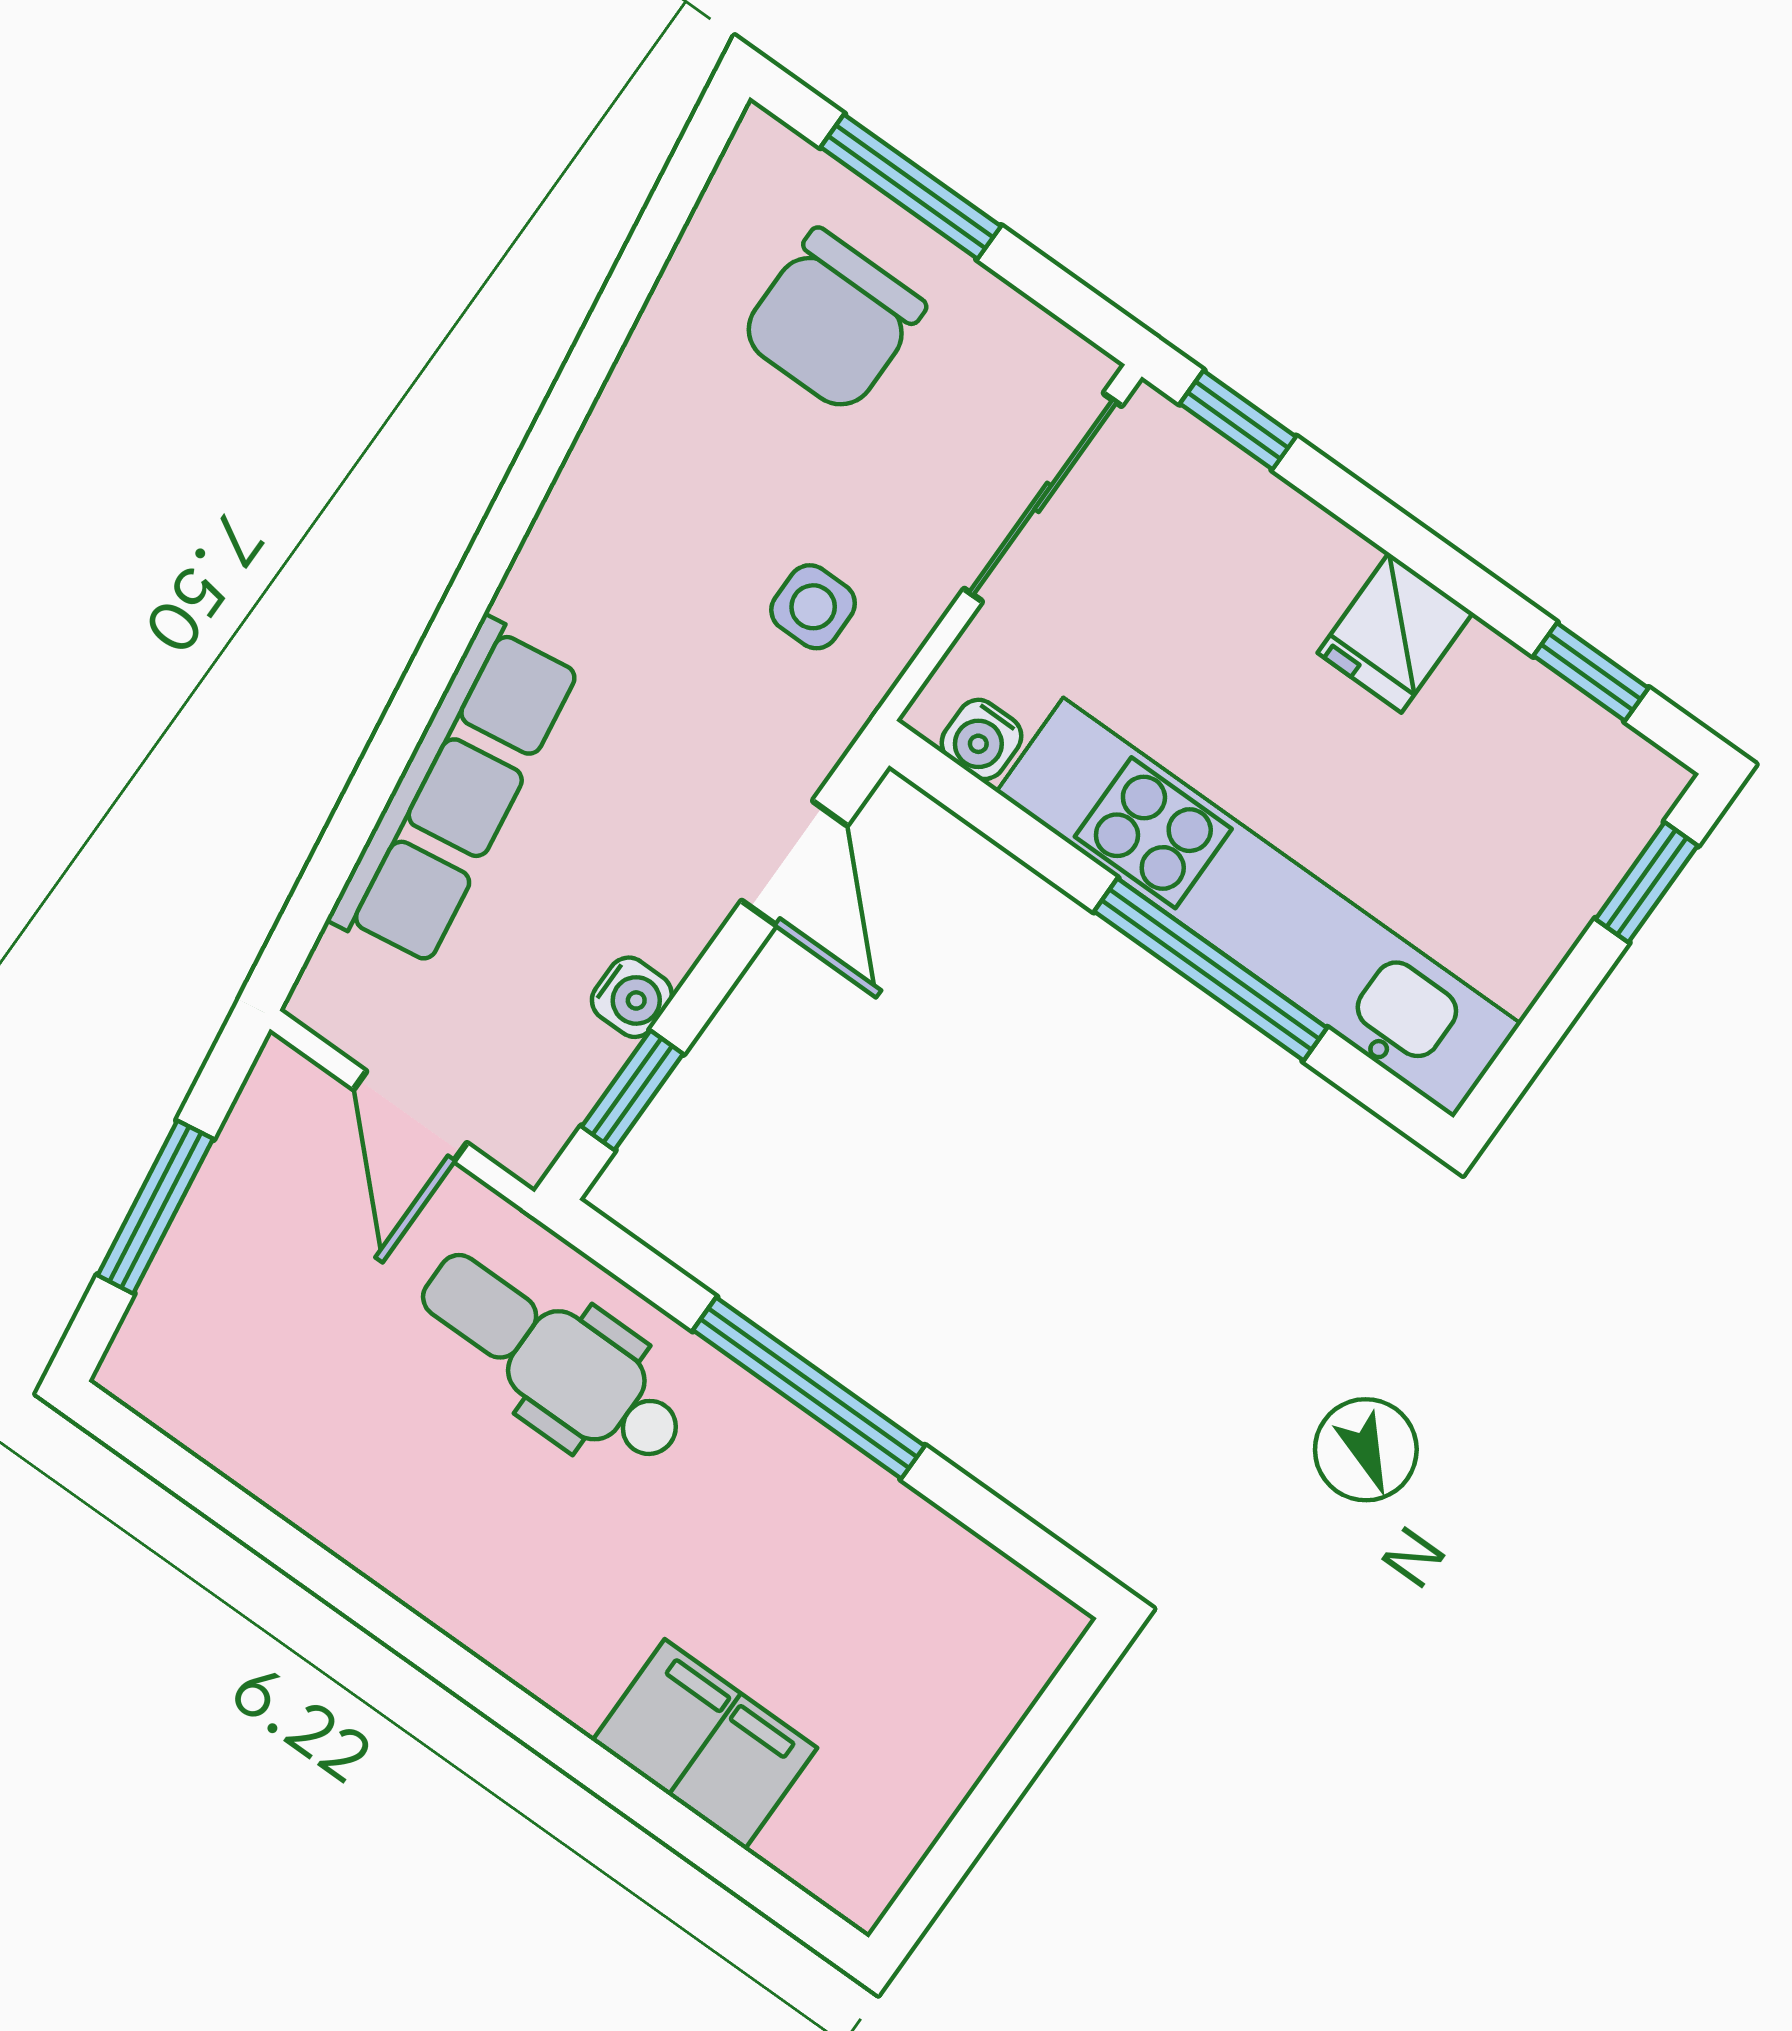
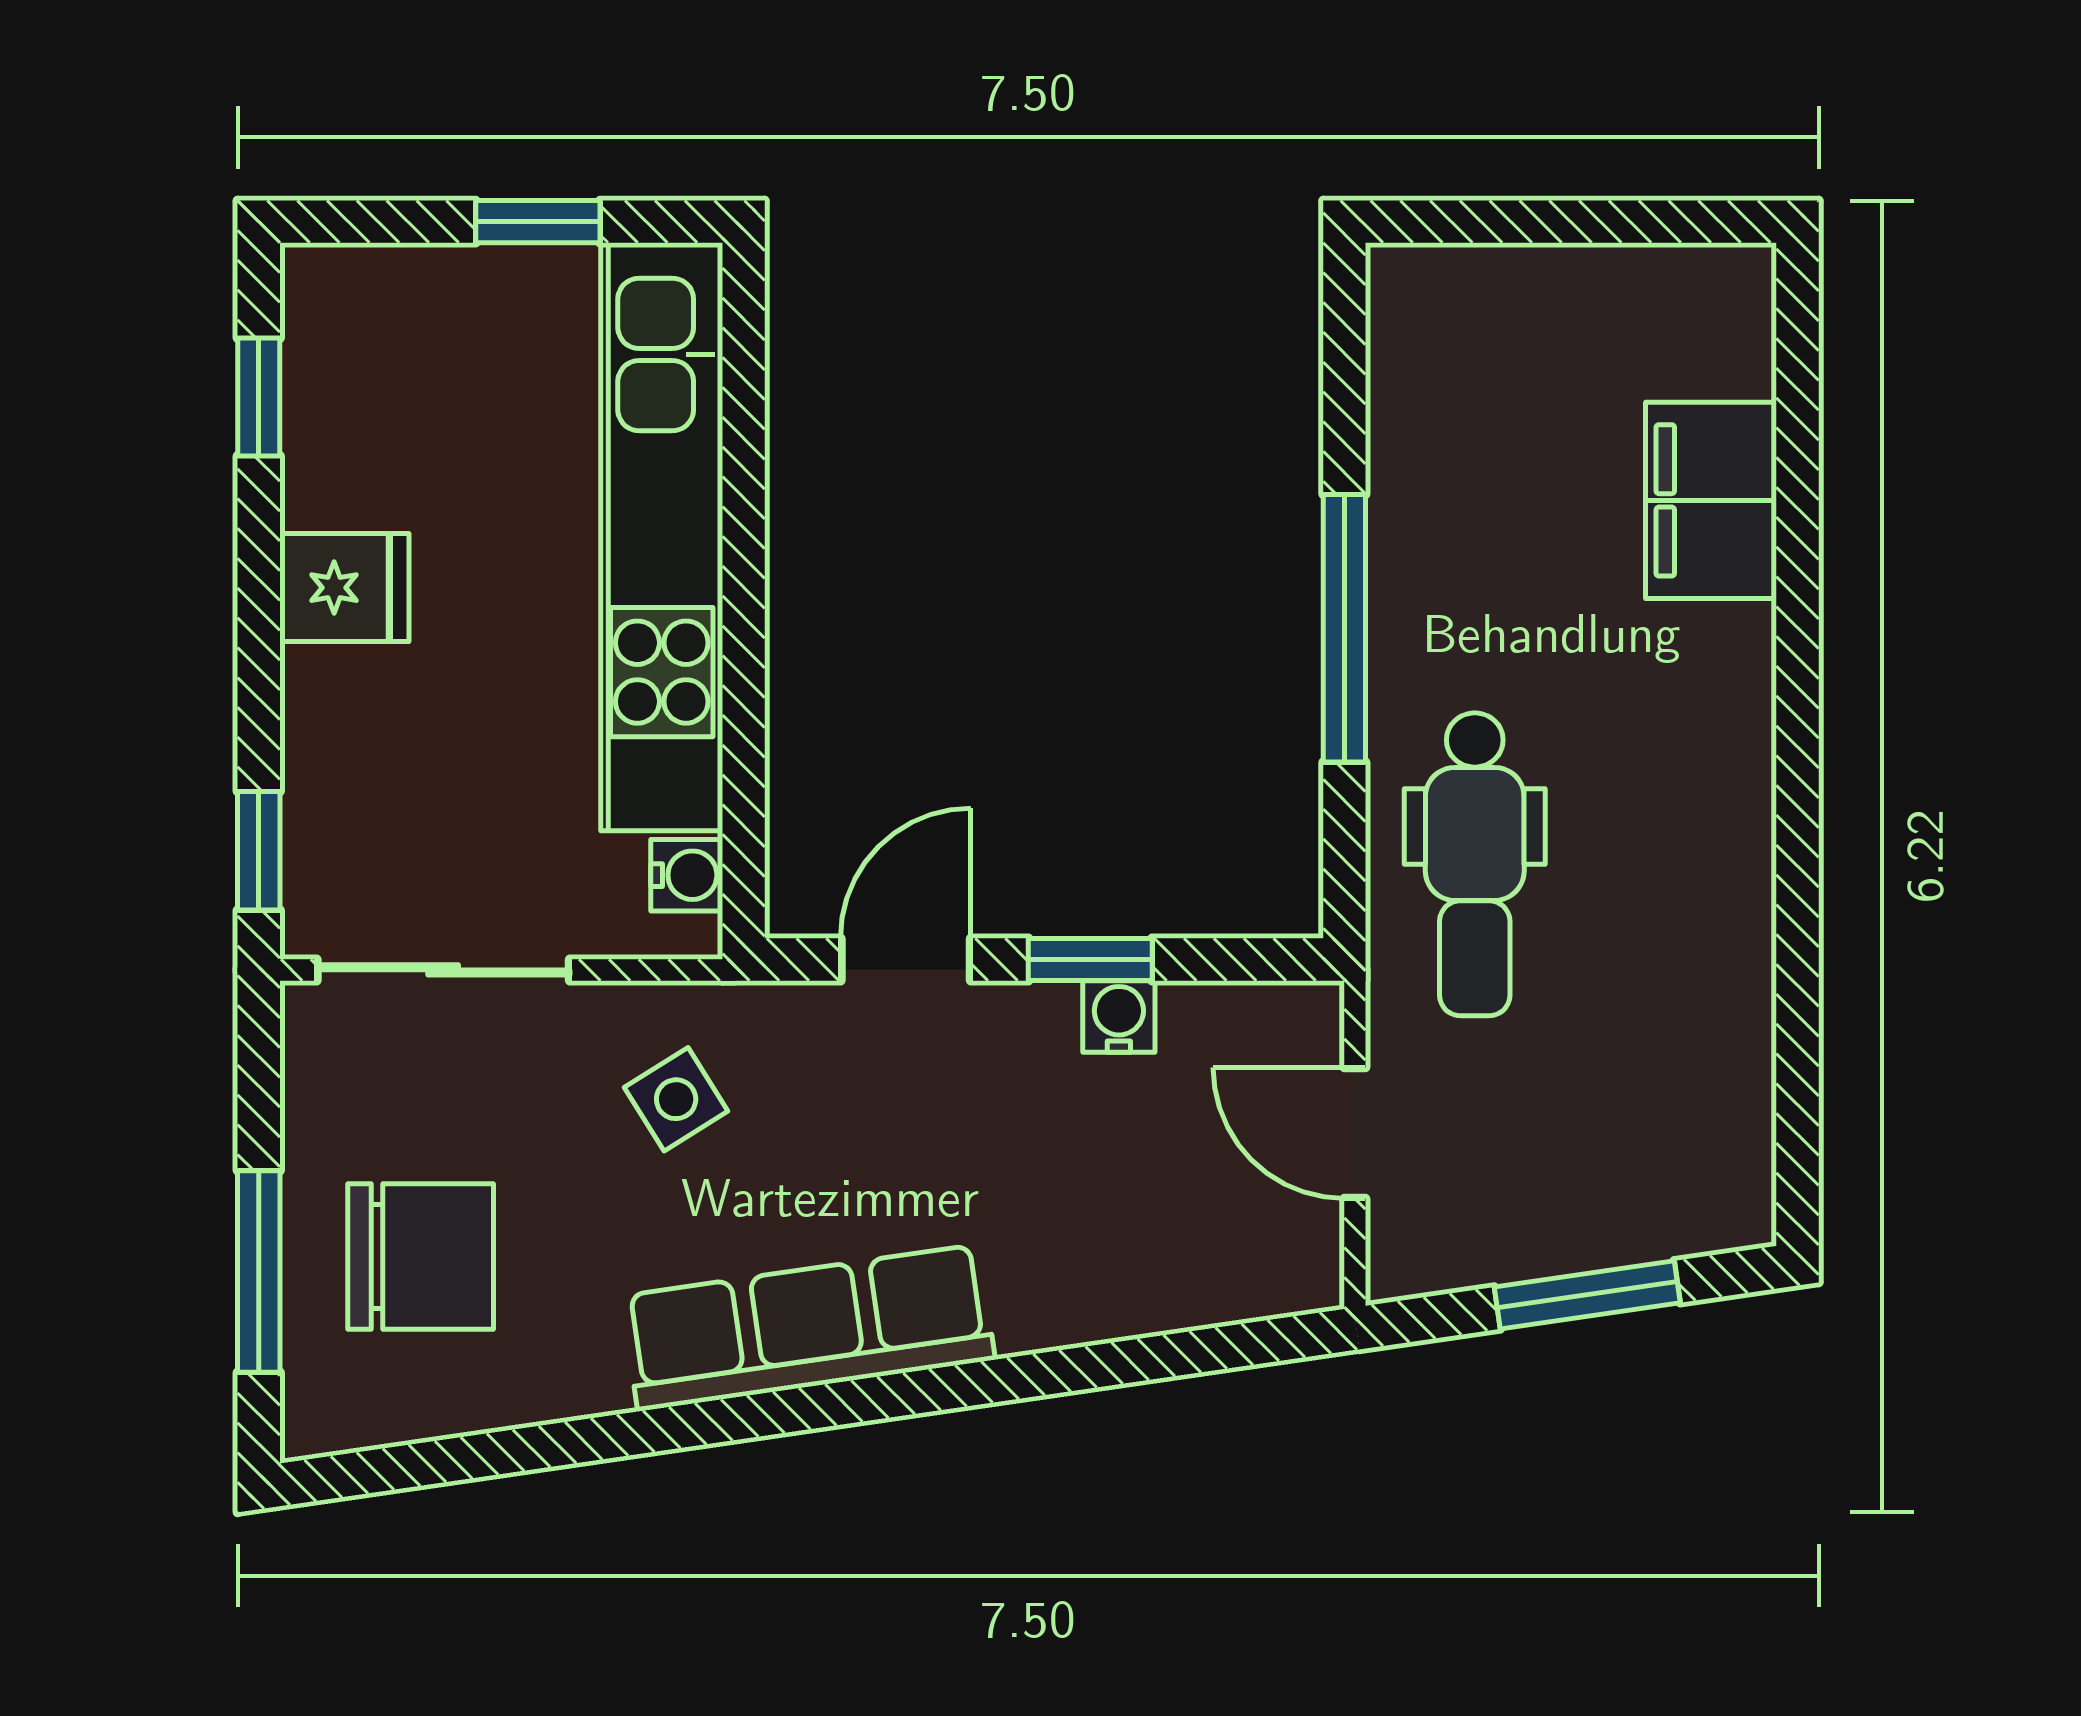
side table: (813, 607) -> (676, 1099), turned -32
row of seats: (454, 792) -> (808, 1328), moved
window: (1647, 882) -> (538, 222), moved
window: (1211, 970) -> (744, 540), removed
window: (632, 1090) -> (1090, 959), moved
door: (410, 1116) -> (1355, 1133), swing flipped

